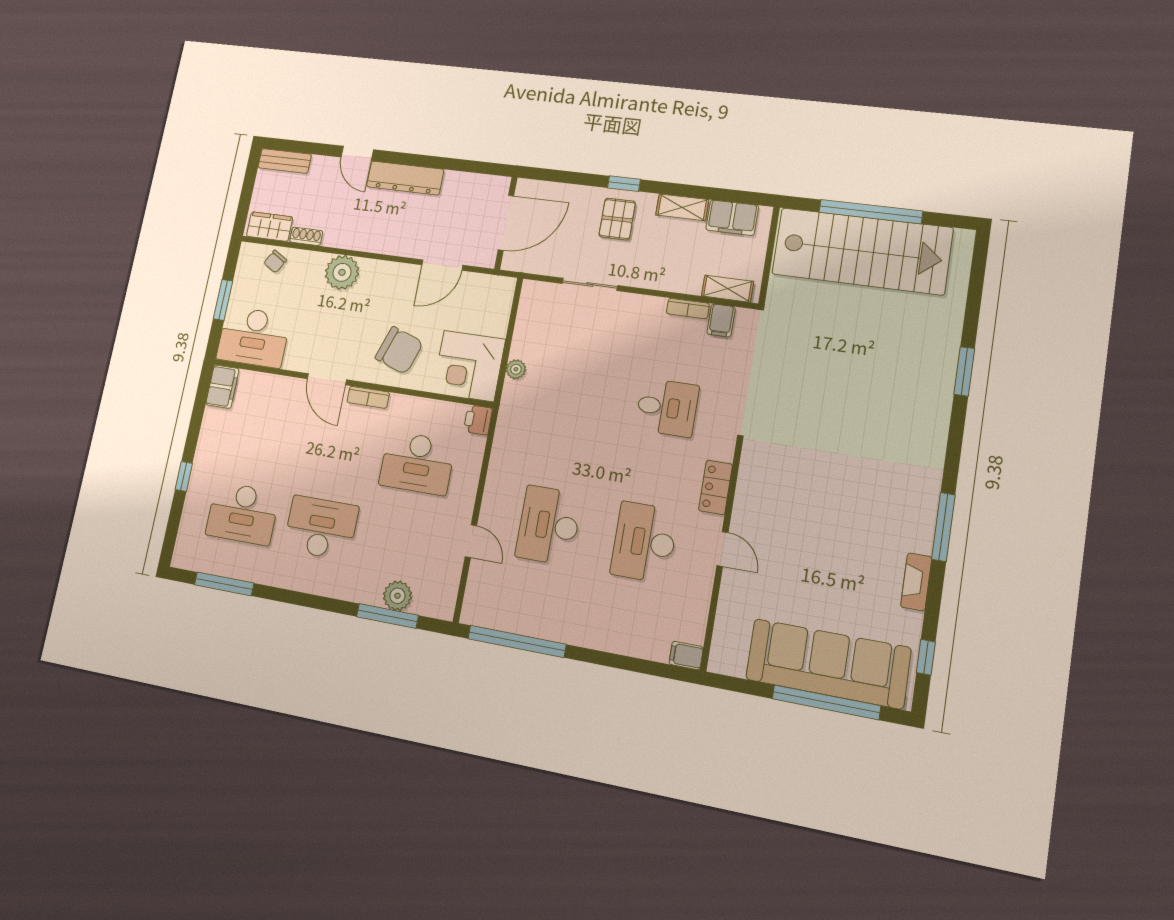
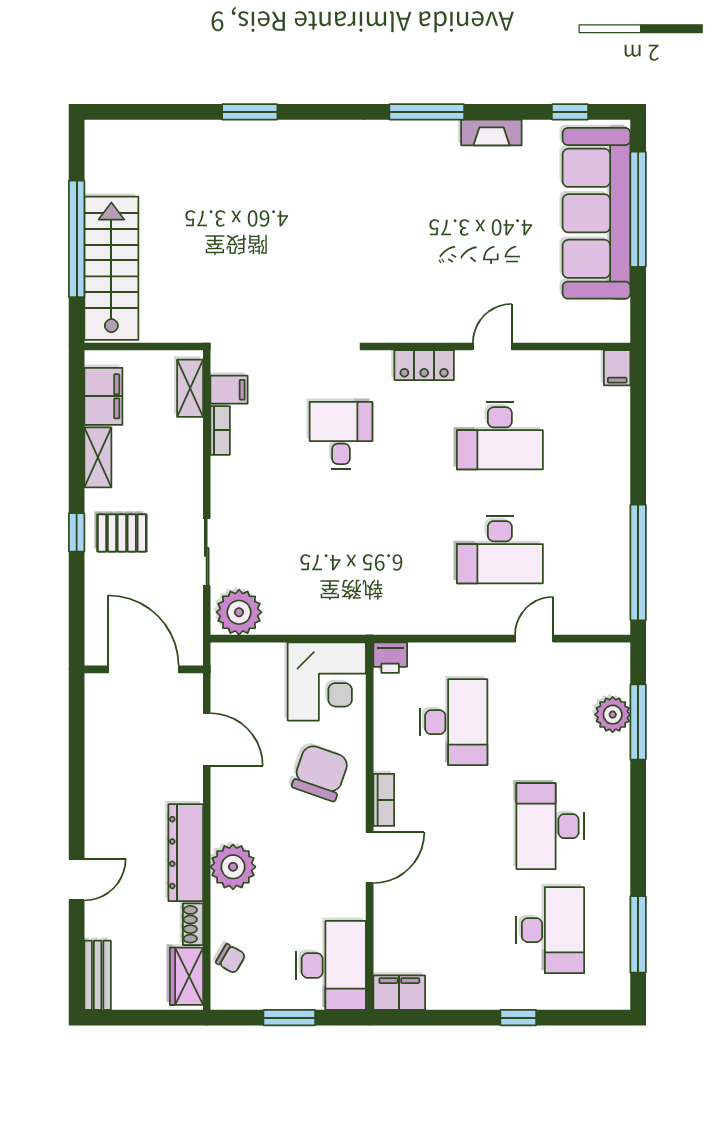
dresser: (405, 178) -> (186, 853), moved, turned 180
stairs: (862, 251) -> (111, 268), width x0.73, depth x0.66
plant: (516, 369) -> (239, 612), moved, width x1.88, depth x1.88

